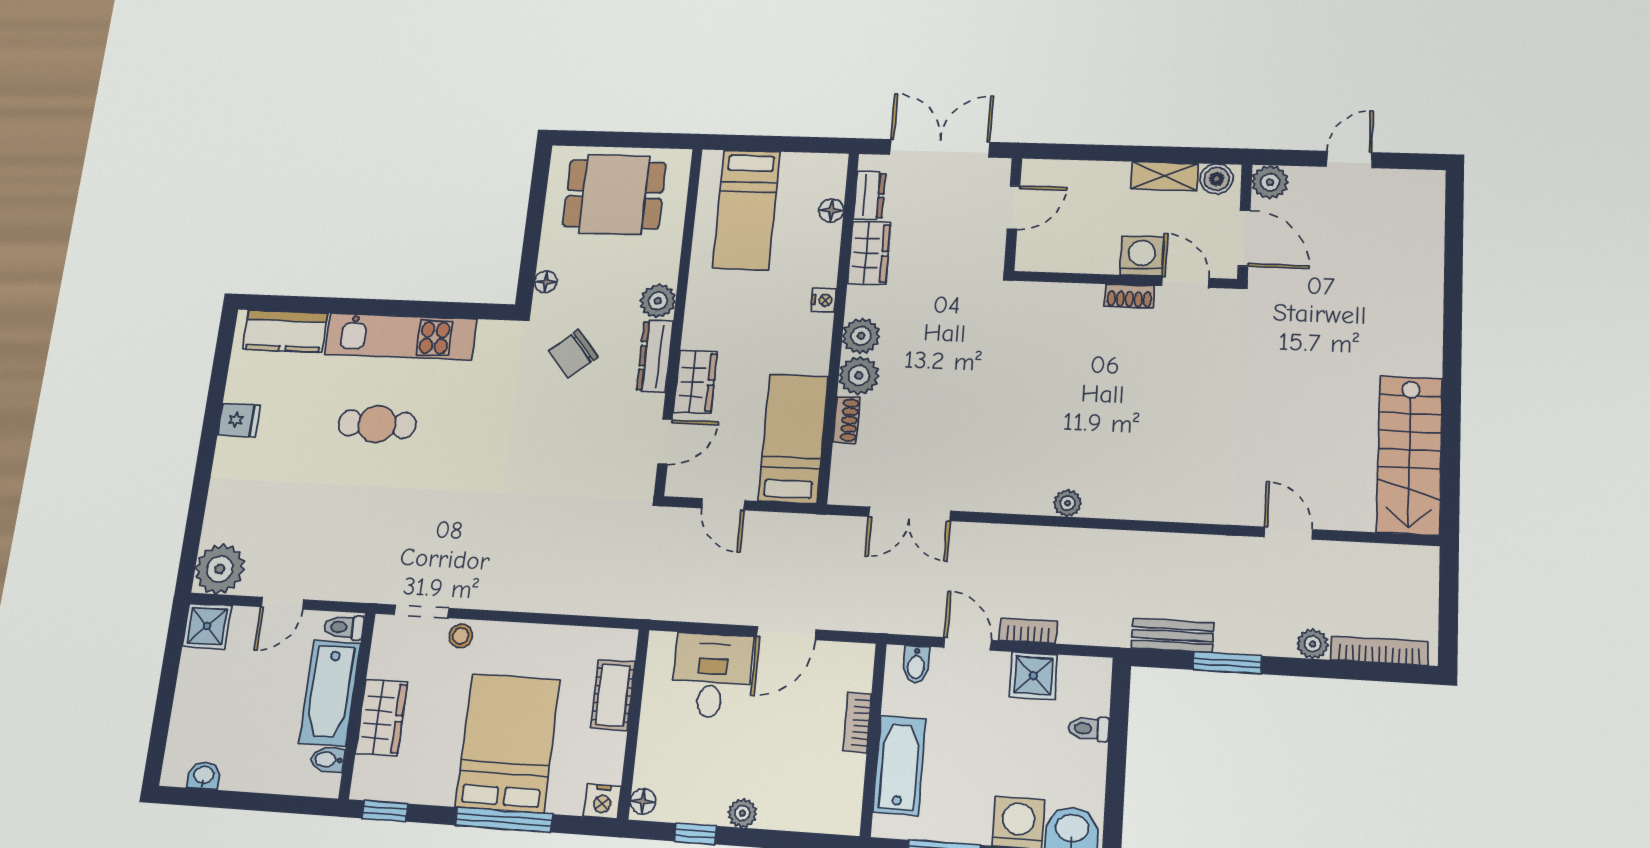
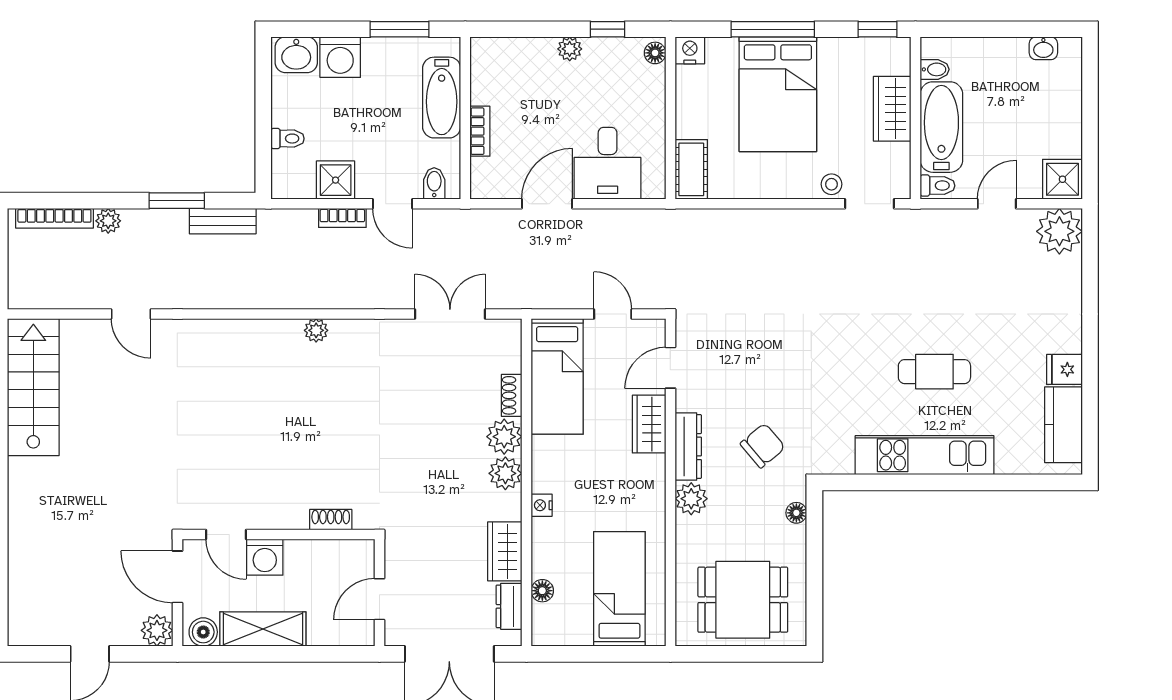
shelving: (1165, 176) -> (263, 629), width x1.50, depth x1.33
shoe rack: (1130, 296) -> (331, 520), moved
kitchen counter: (285, 331) -> (1063, 425), moved, turned -90
cot: (613, 695) -> (691, 169), moved

